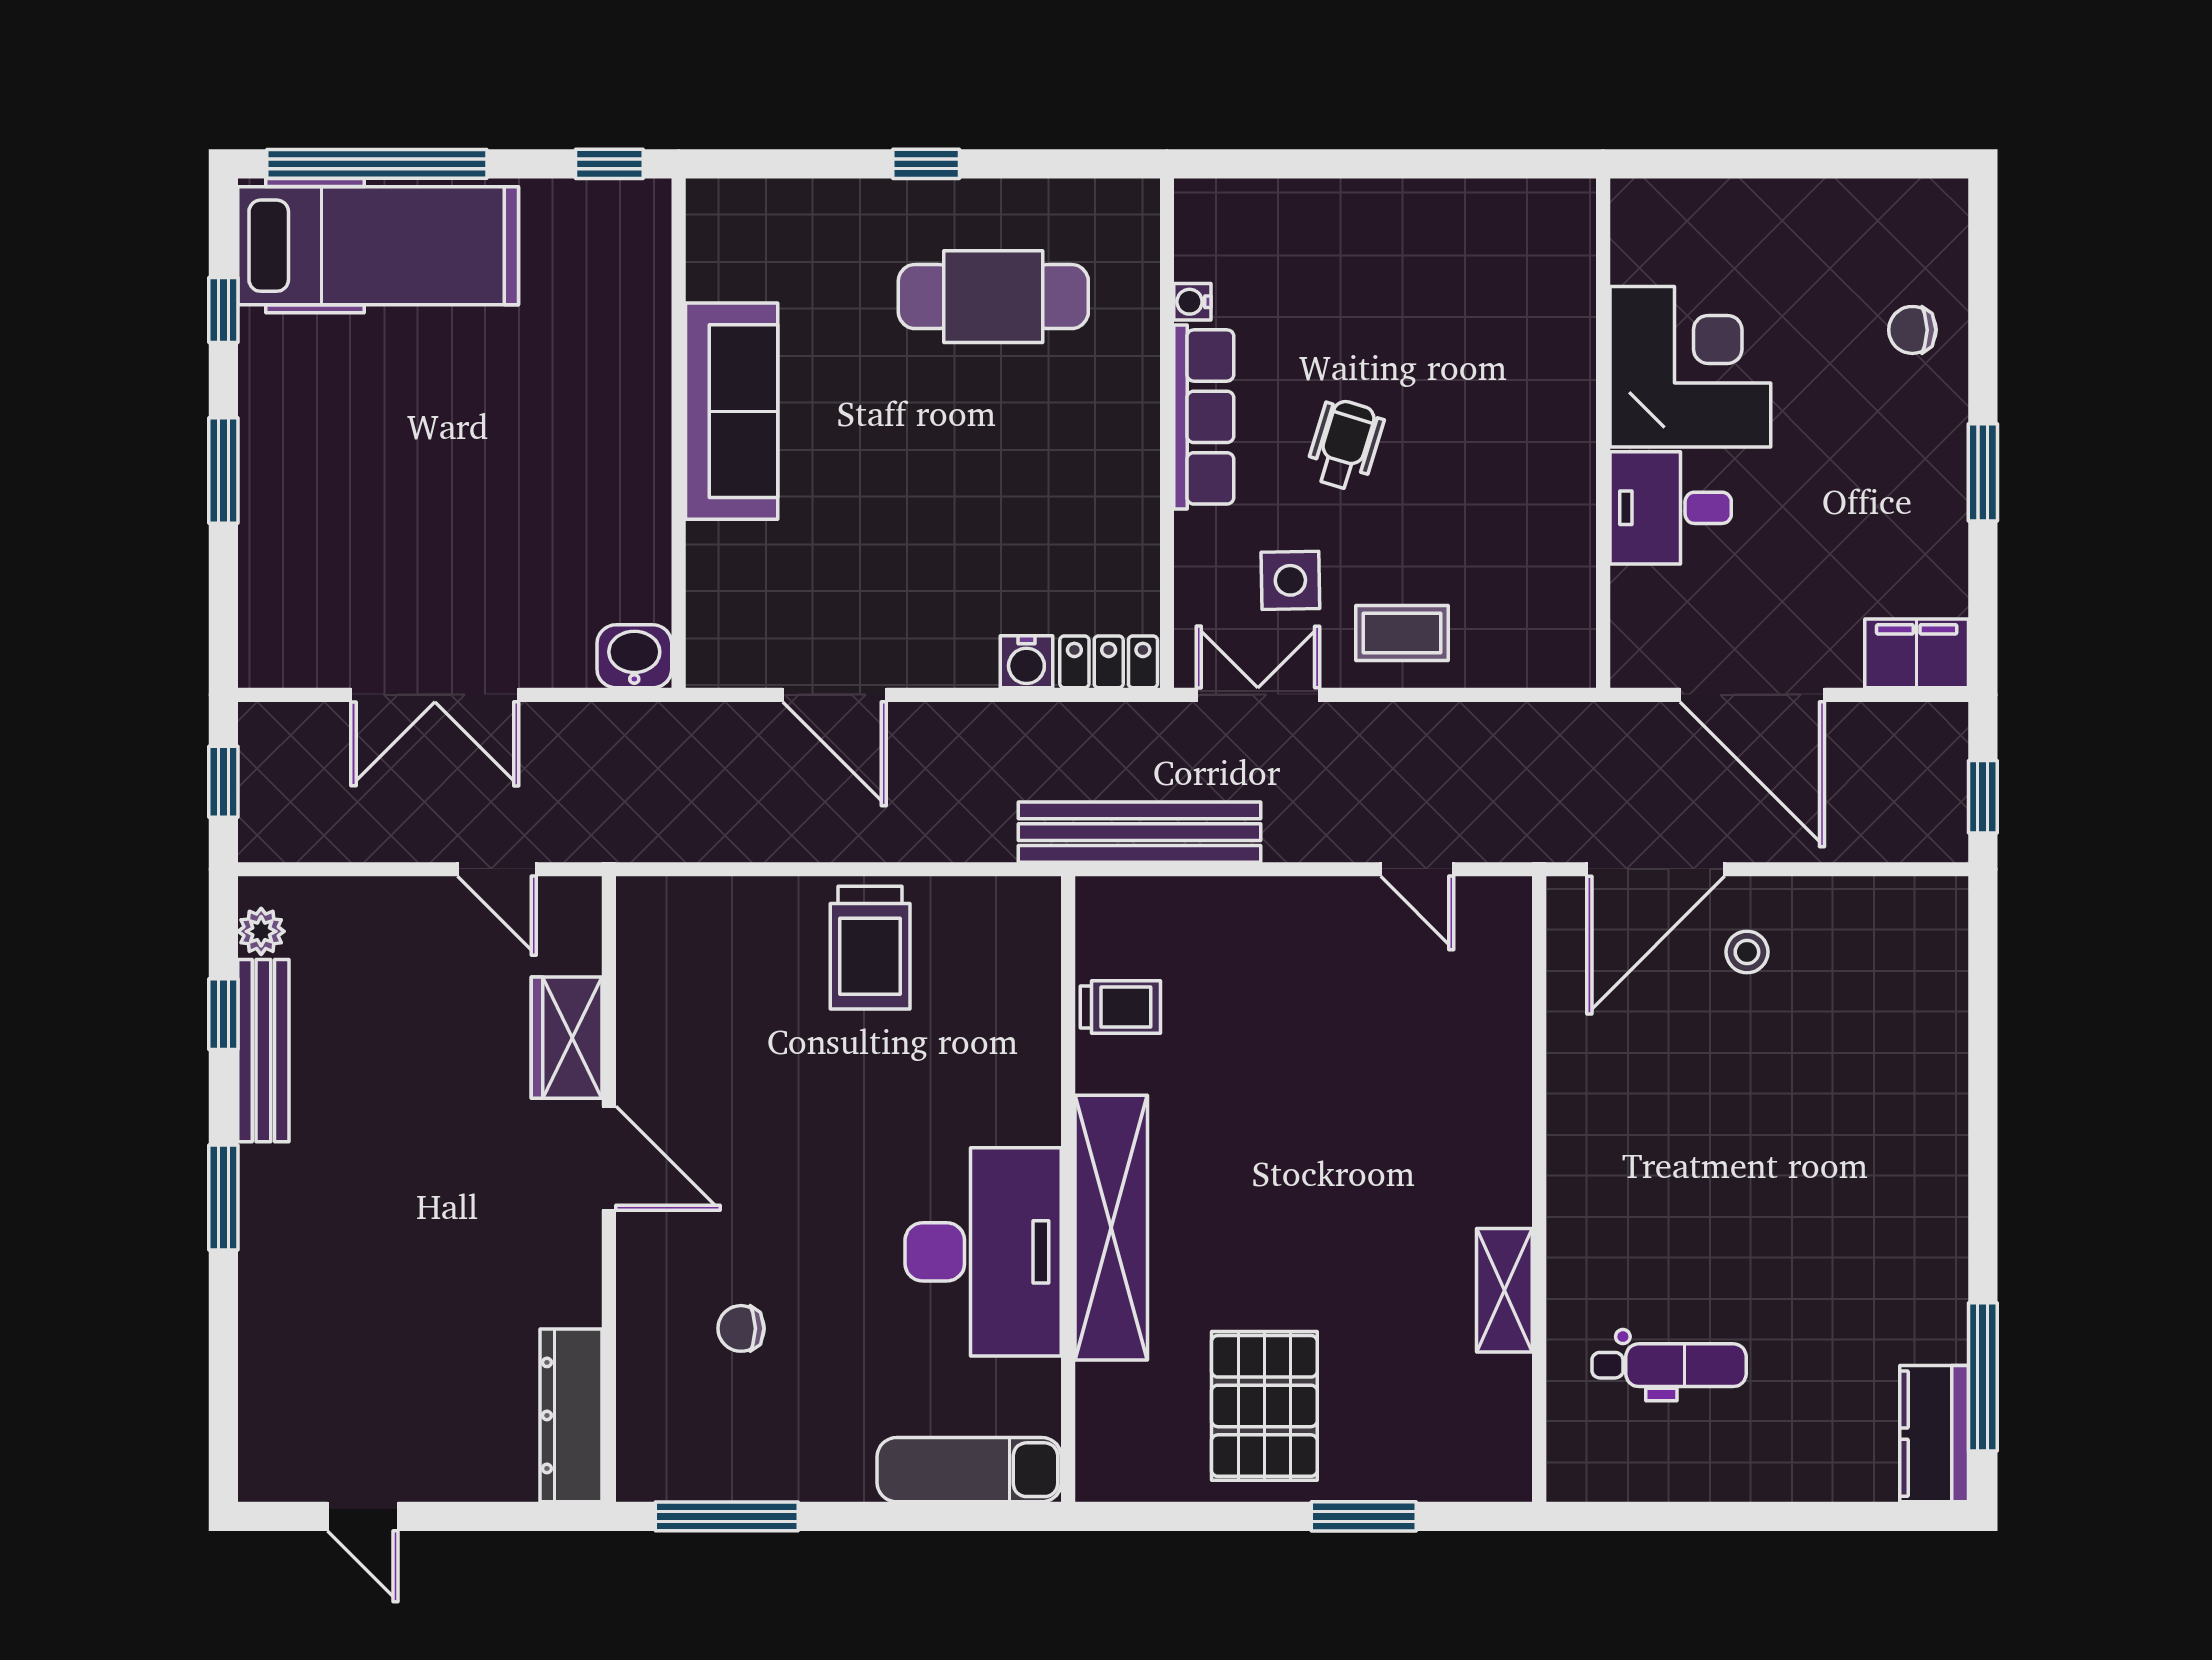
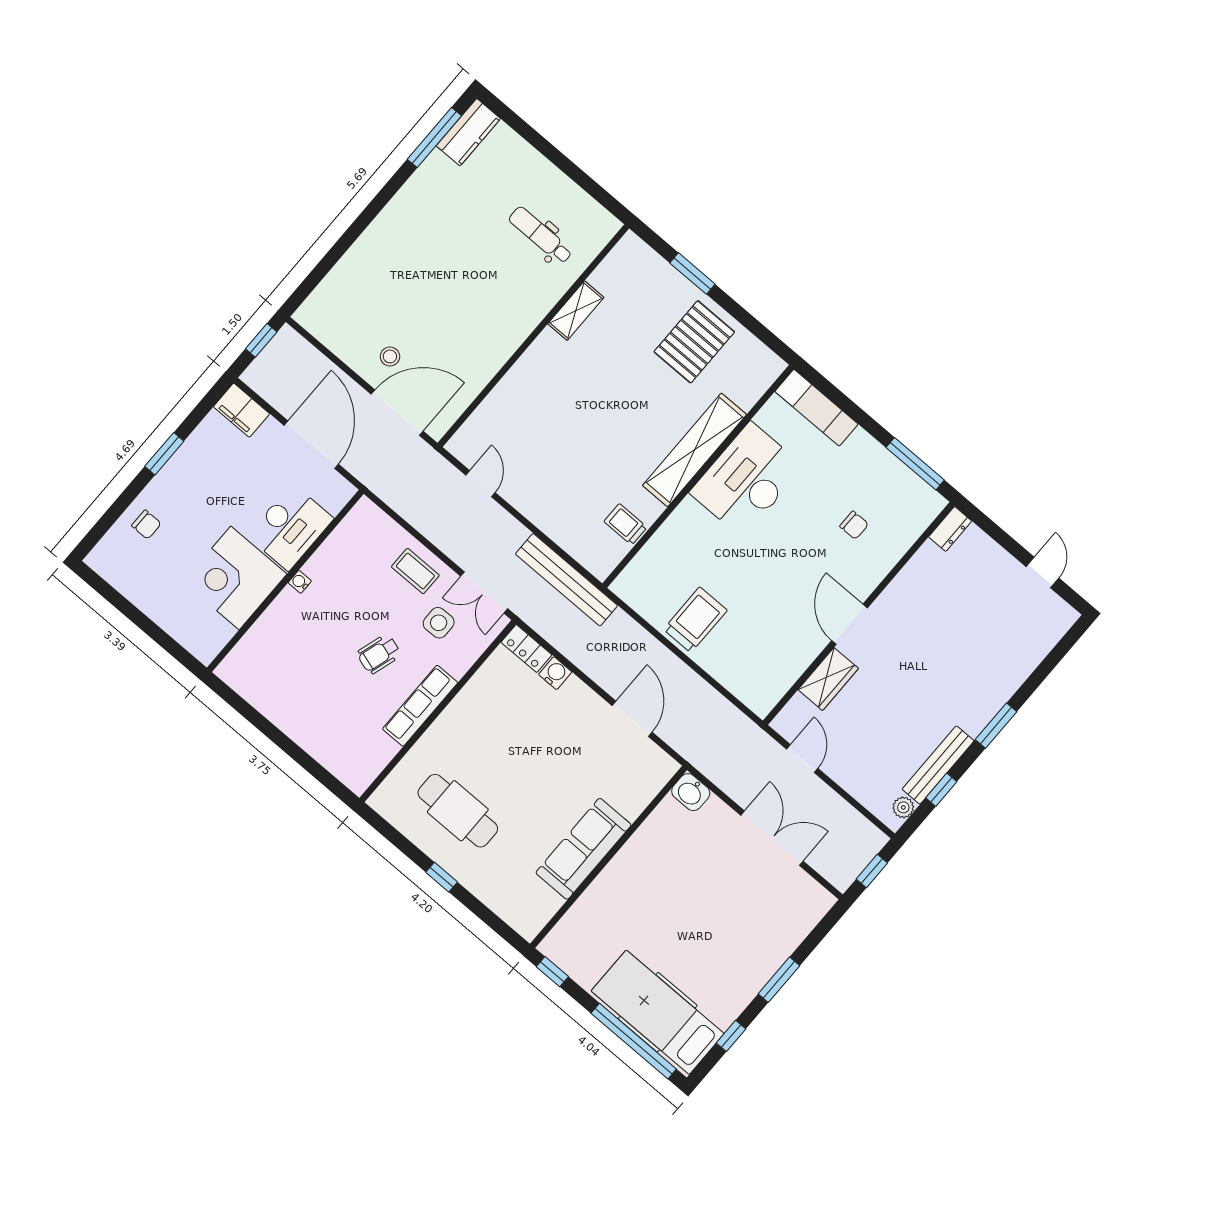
water cooler: (1192, 302) -> (300, 582), moved, turned 180
desk: (1671, 508) -> (290, 527), width x1.37
dresser: (571, 1415) -> (950, 529), width x0.51, depth x0.80

